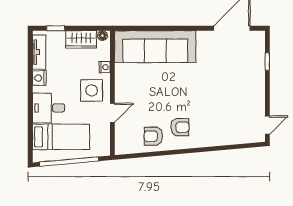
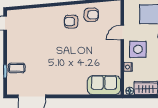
sofa: (155, 47) -> (104, 85), width x0.54, depth x0.79
coffee table: (252, 66) -> (17, 68), added

